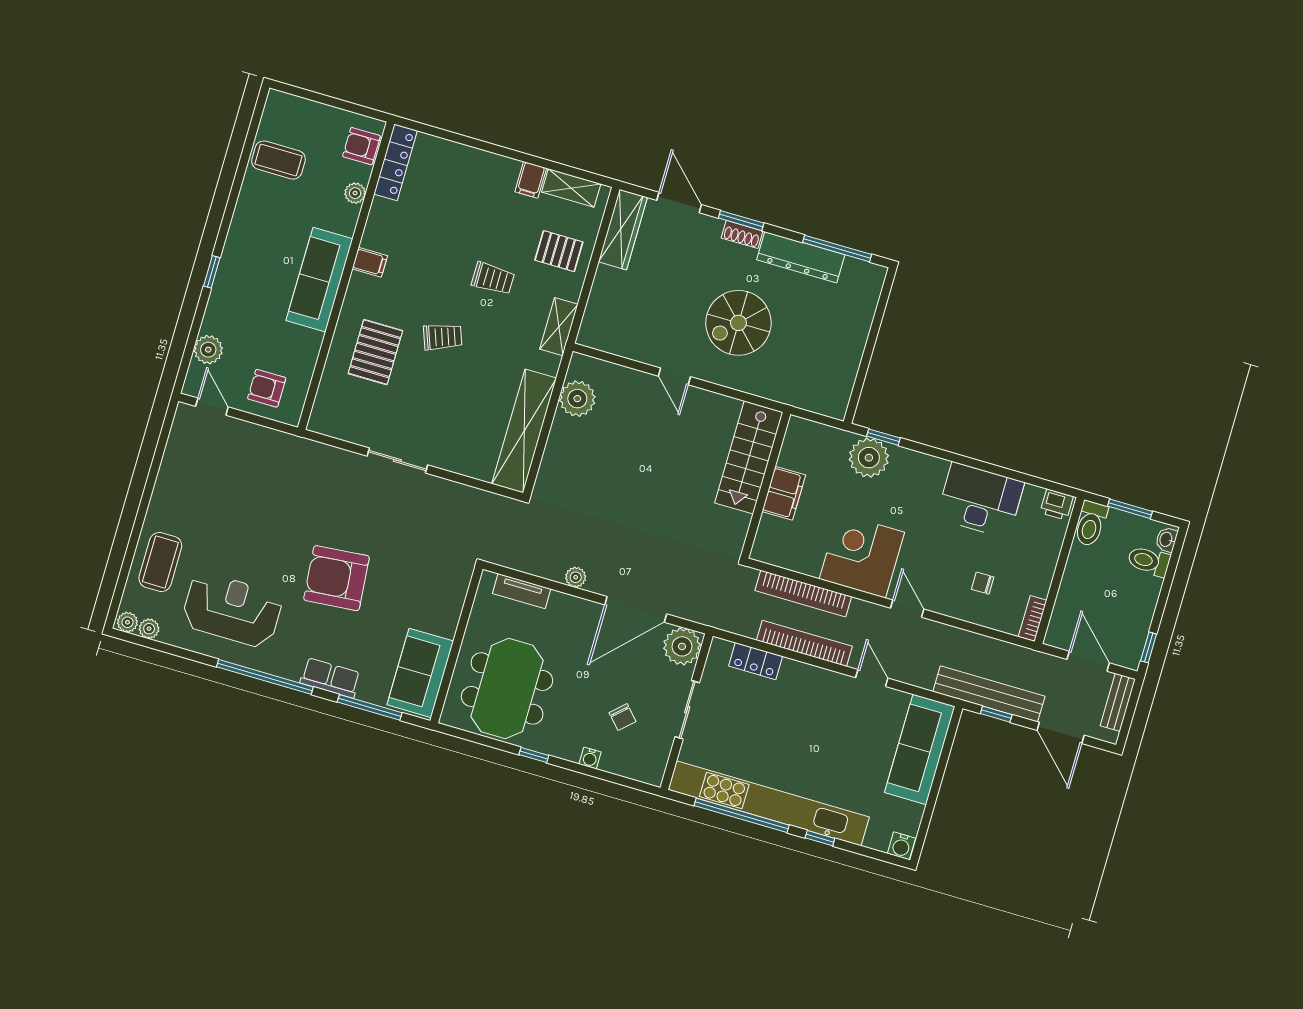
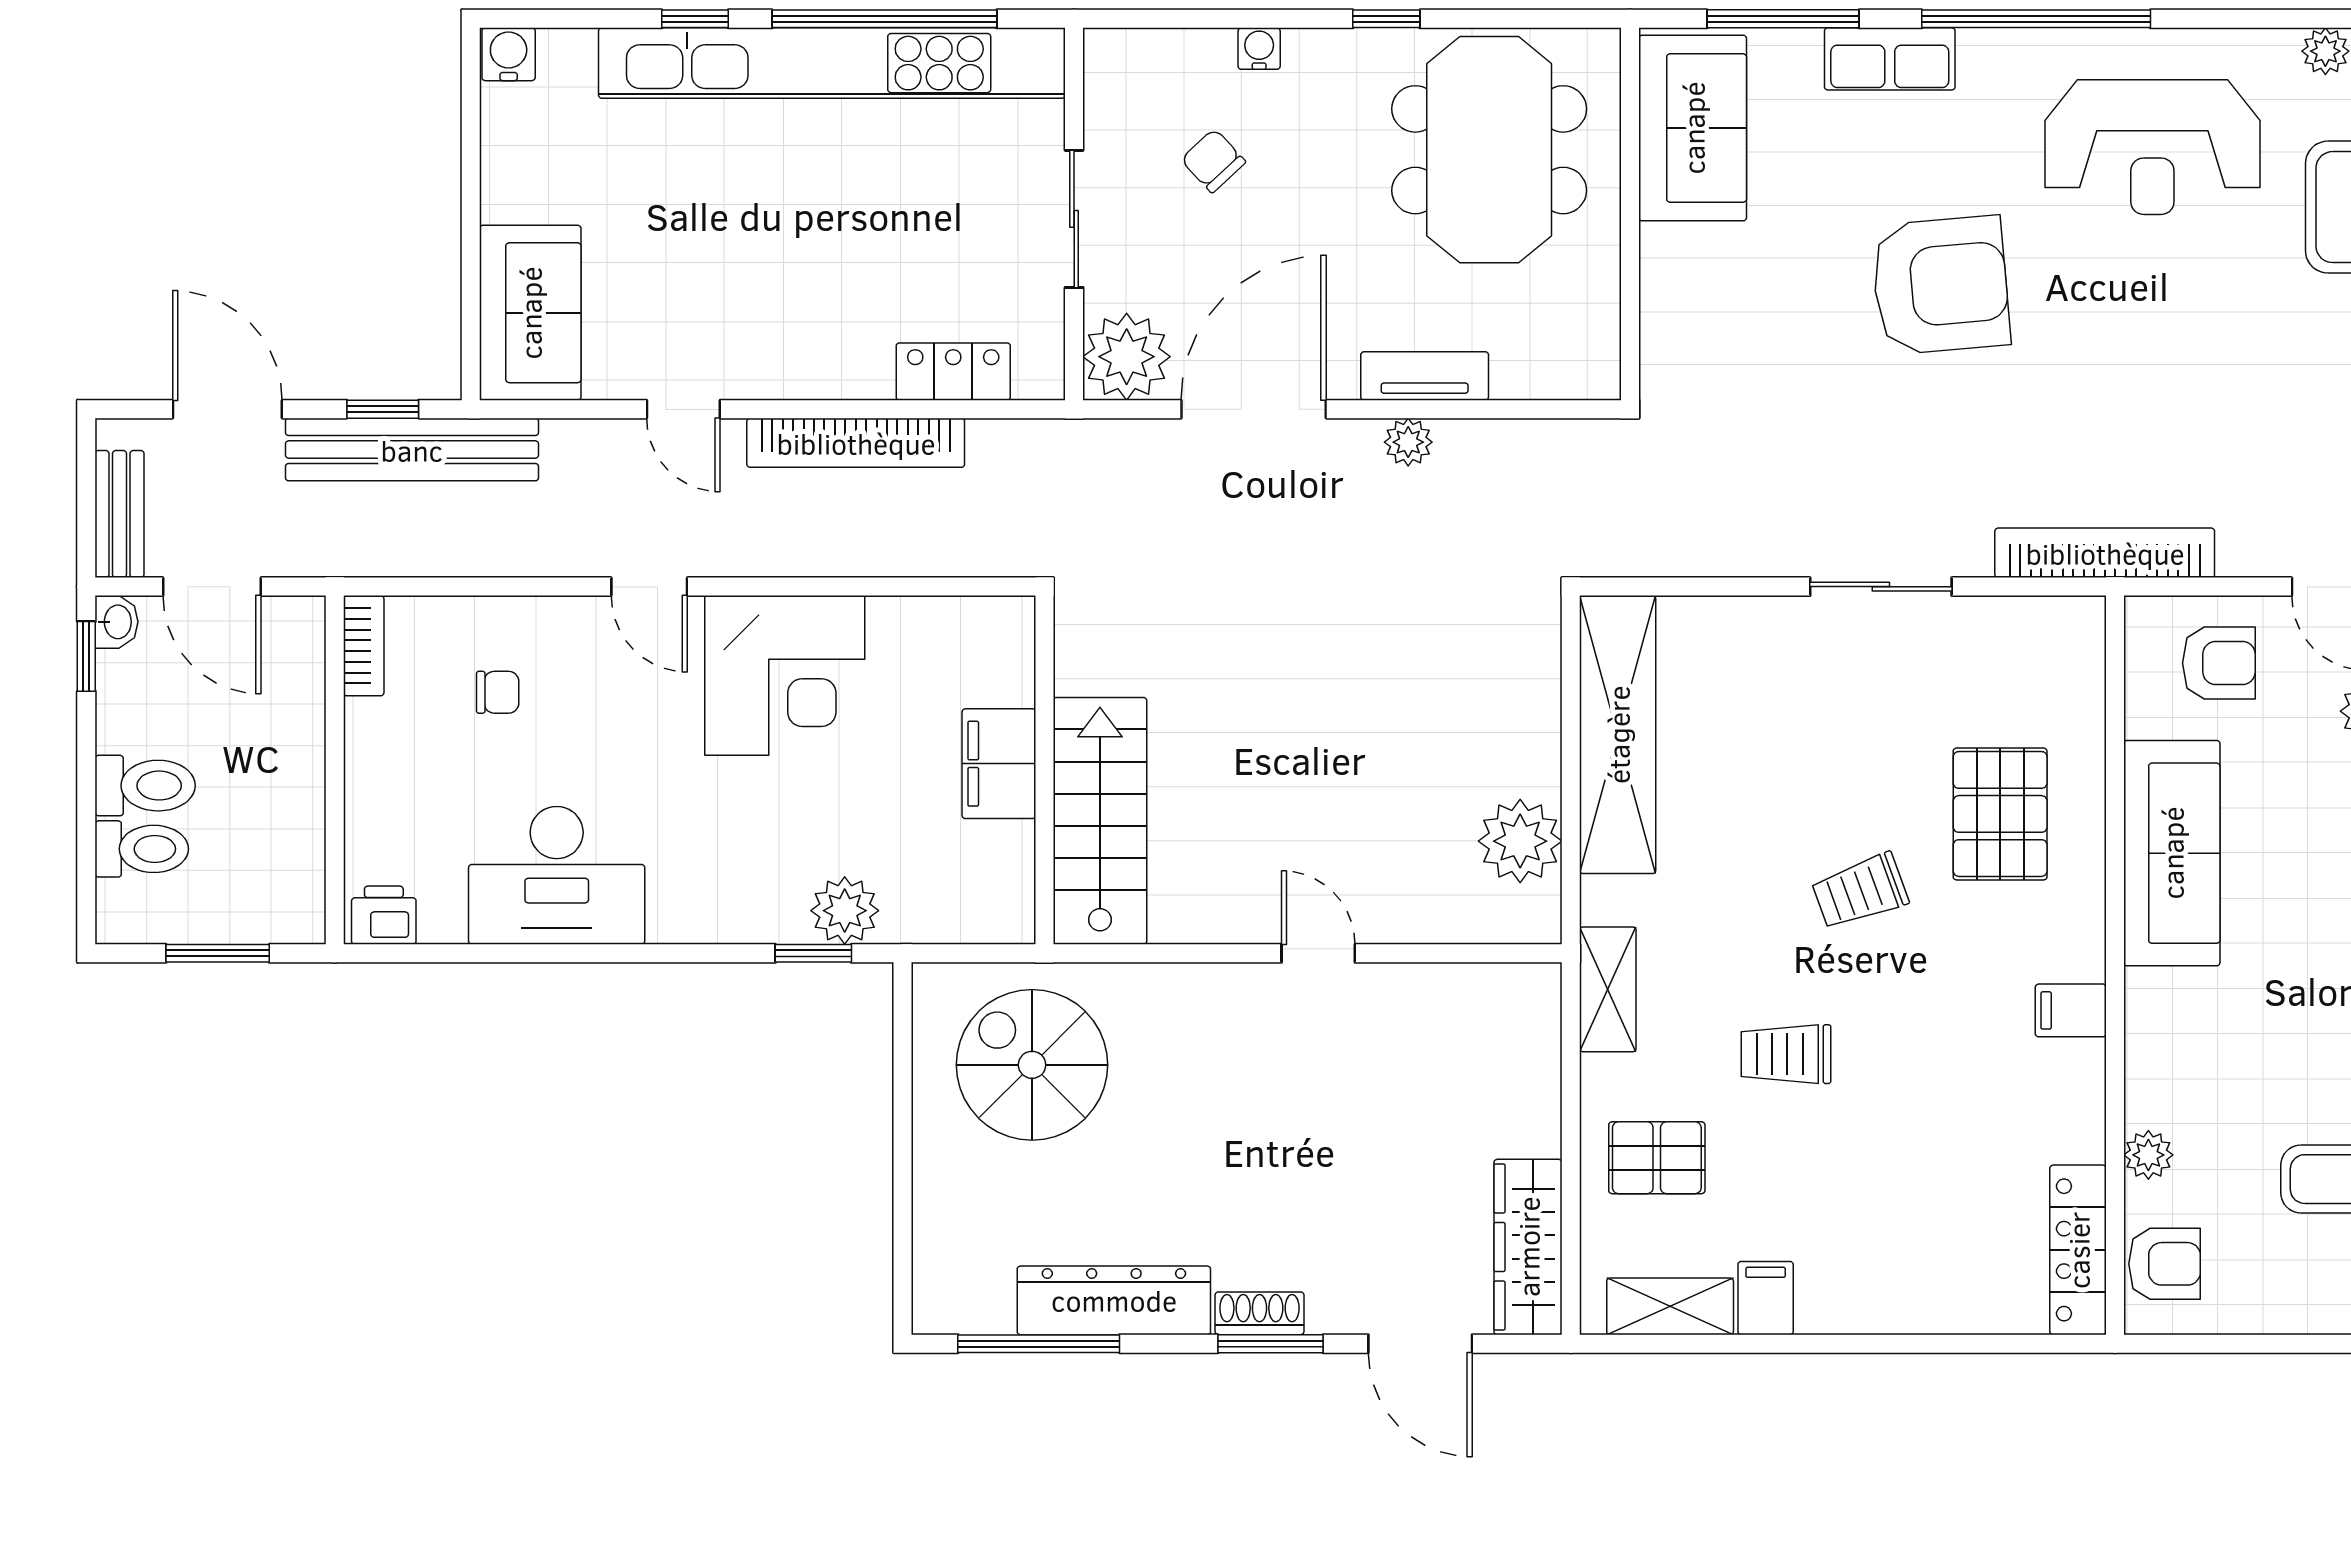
sofa: (319, 280) -> (2172, 853), moved
spiral stairs: (738, 323) -> (1032, 1065), moved, turned -90
plant: (869, 458) -> (845, 911), width x0.73, depth x0.73
toilet: (1091, 524) -> (145, 786), moved, turned 90
washbasin: (1166, 540) -> (117, 622), moved
tv unit: (522, 591) -> (1425, 376), moved
bookcase: (803, 594) -> (2105, 553), moved
sofa: (920, 749) -> (530, 313), width x0.73

